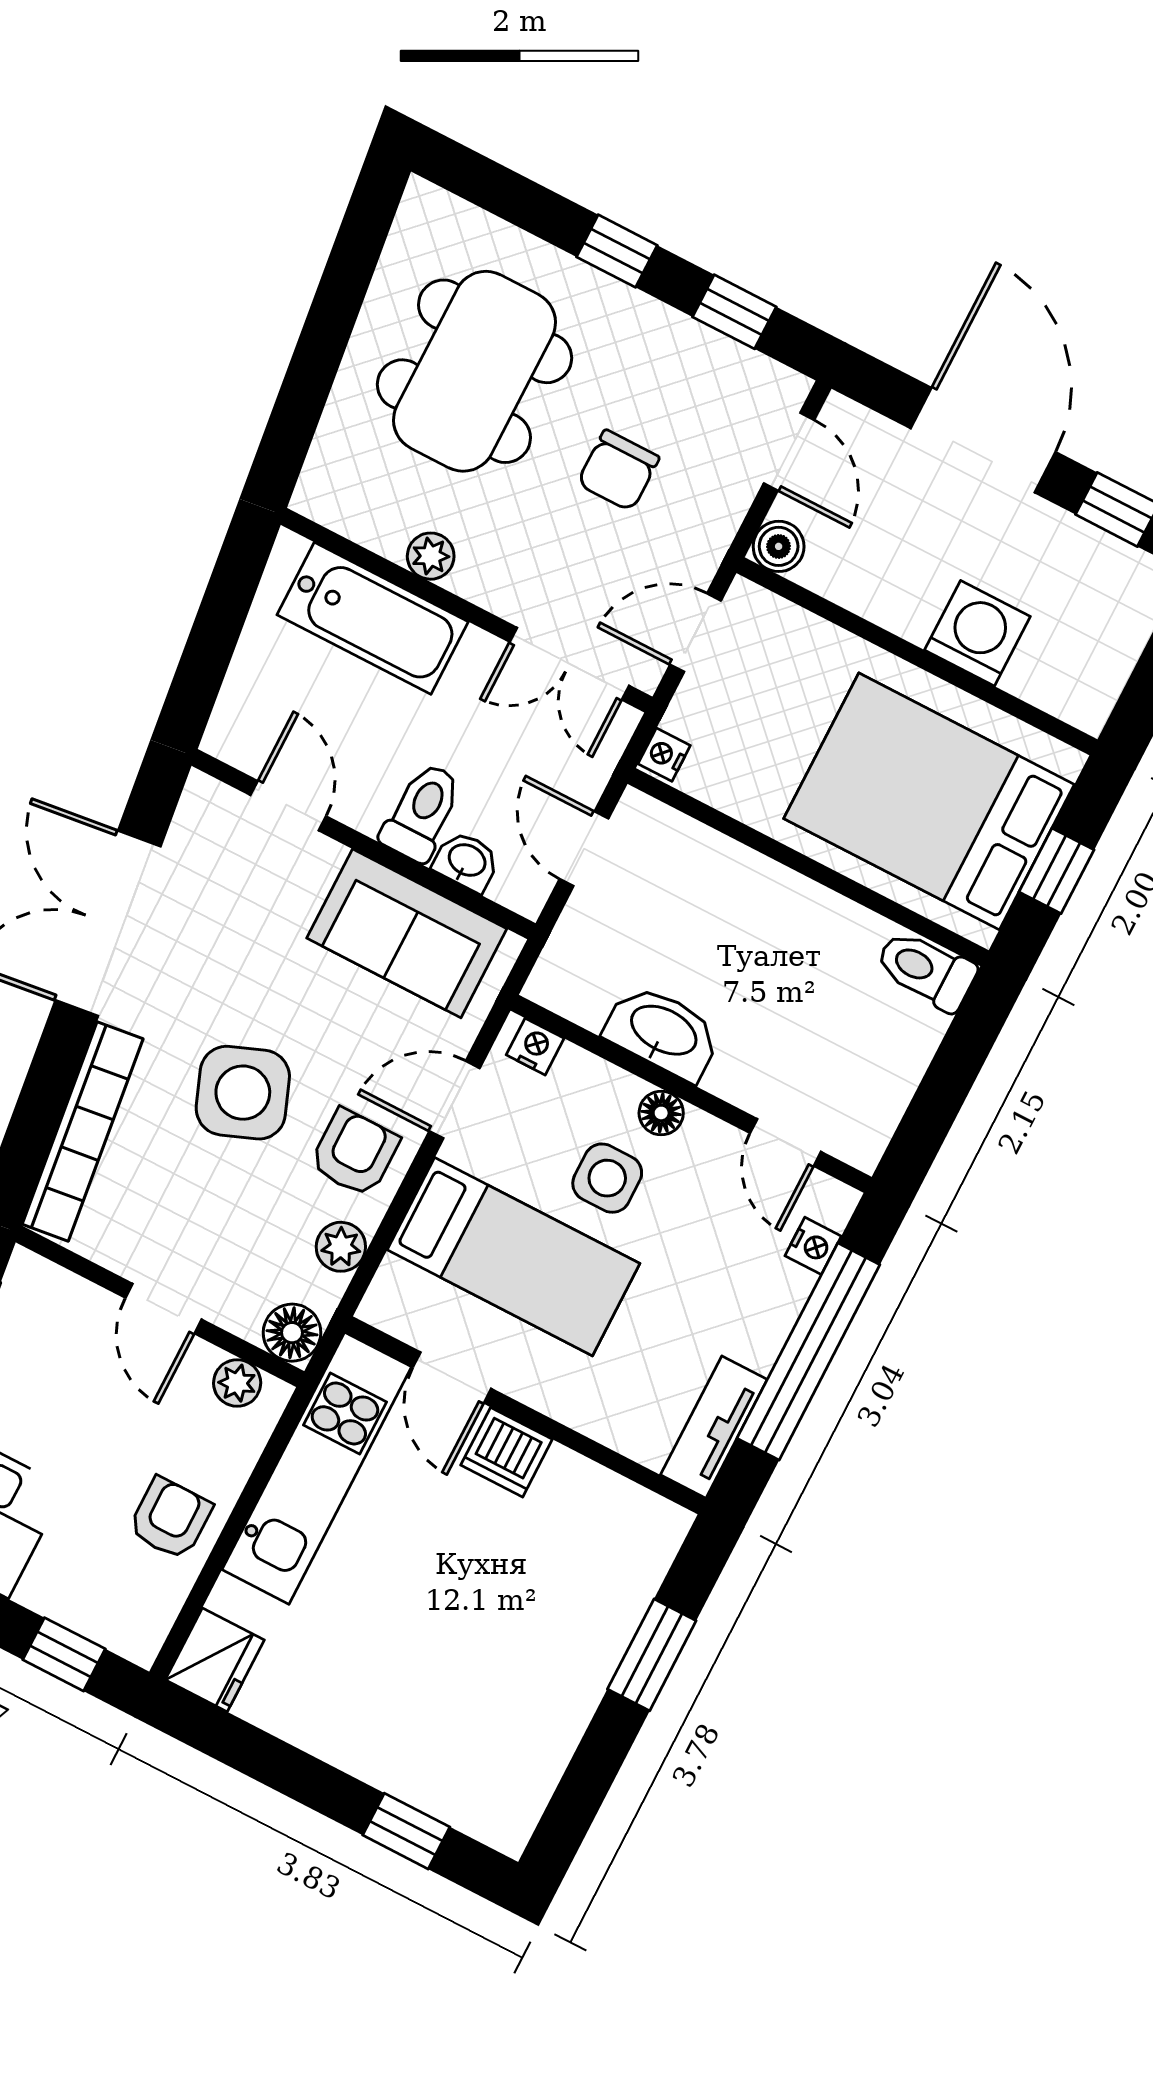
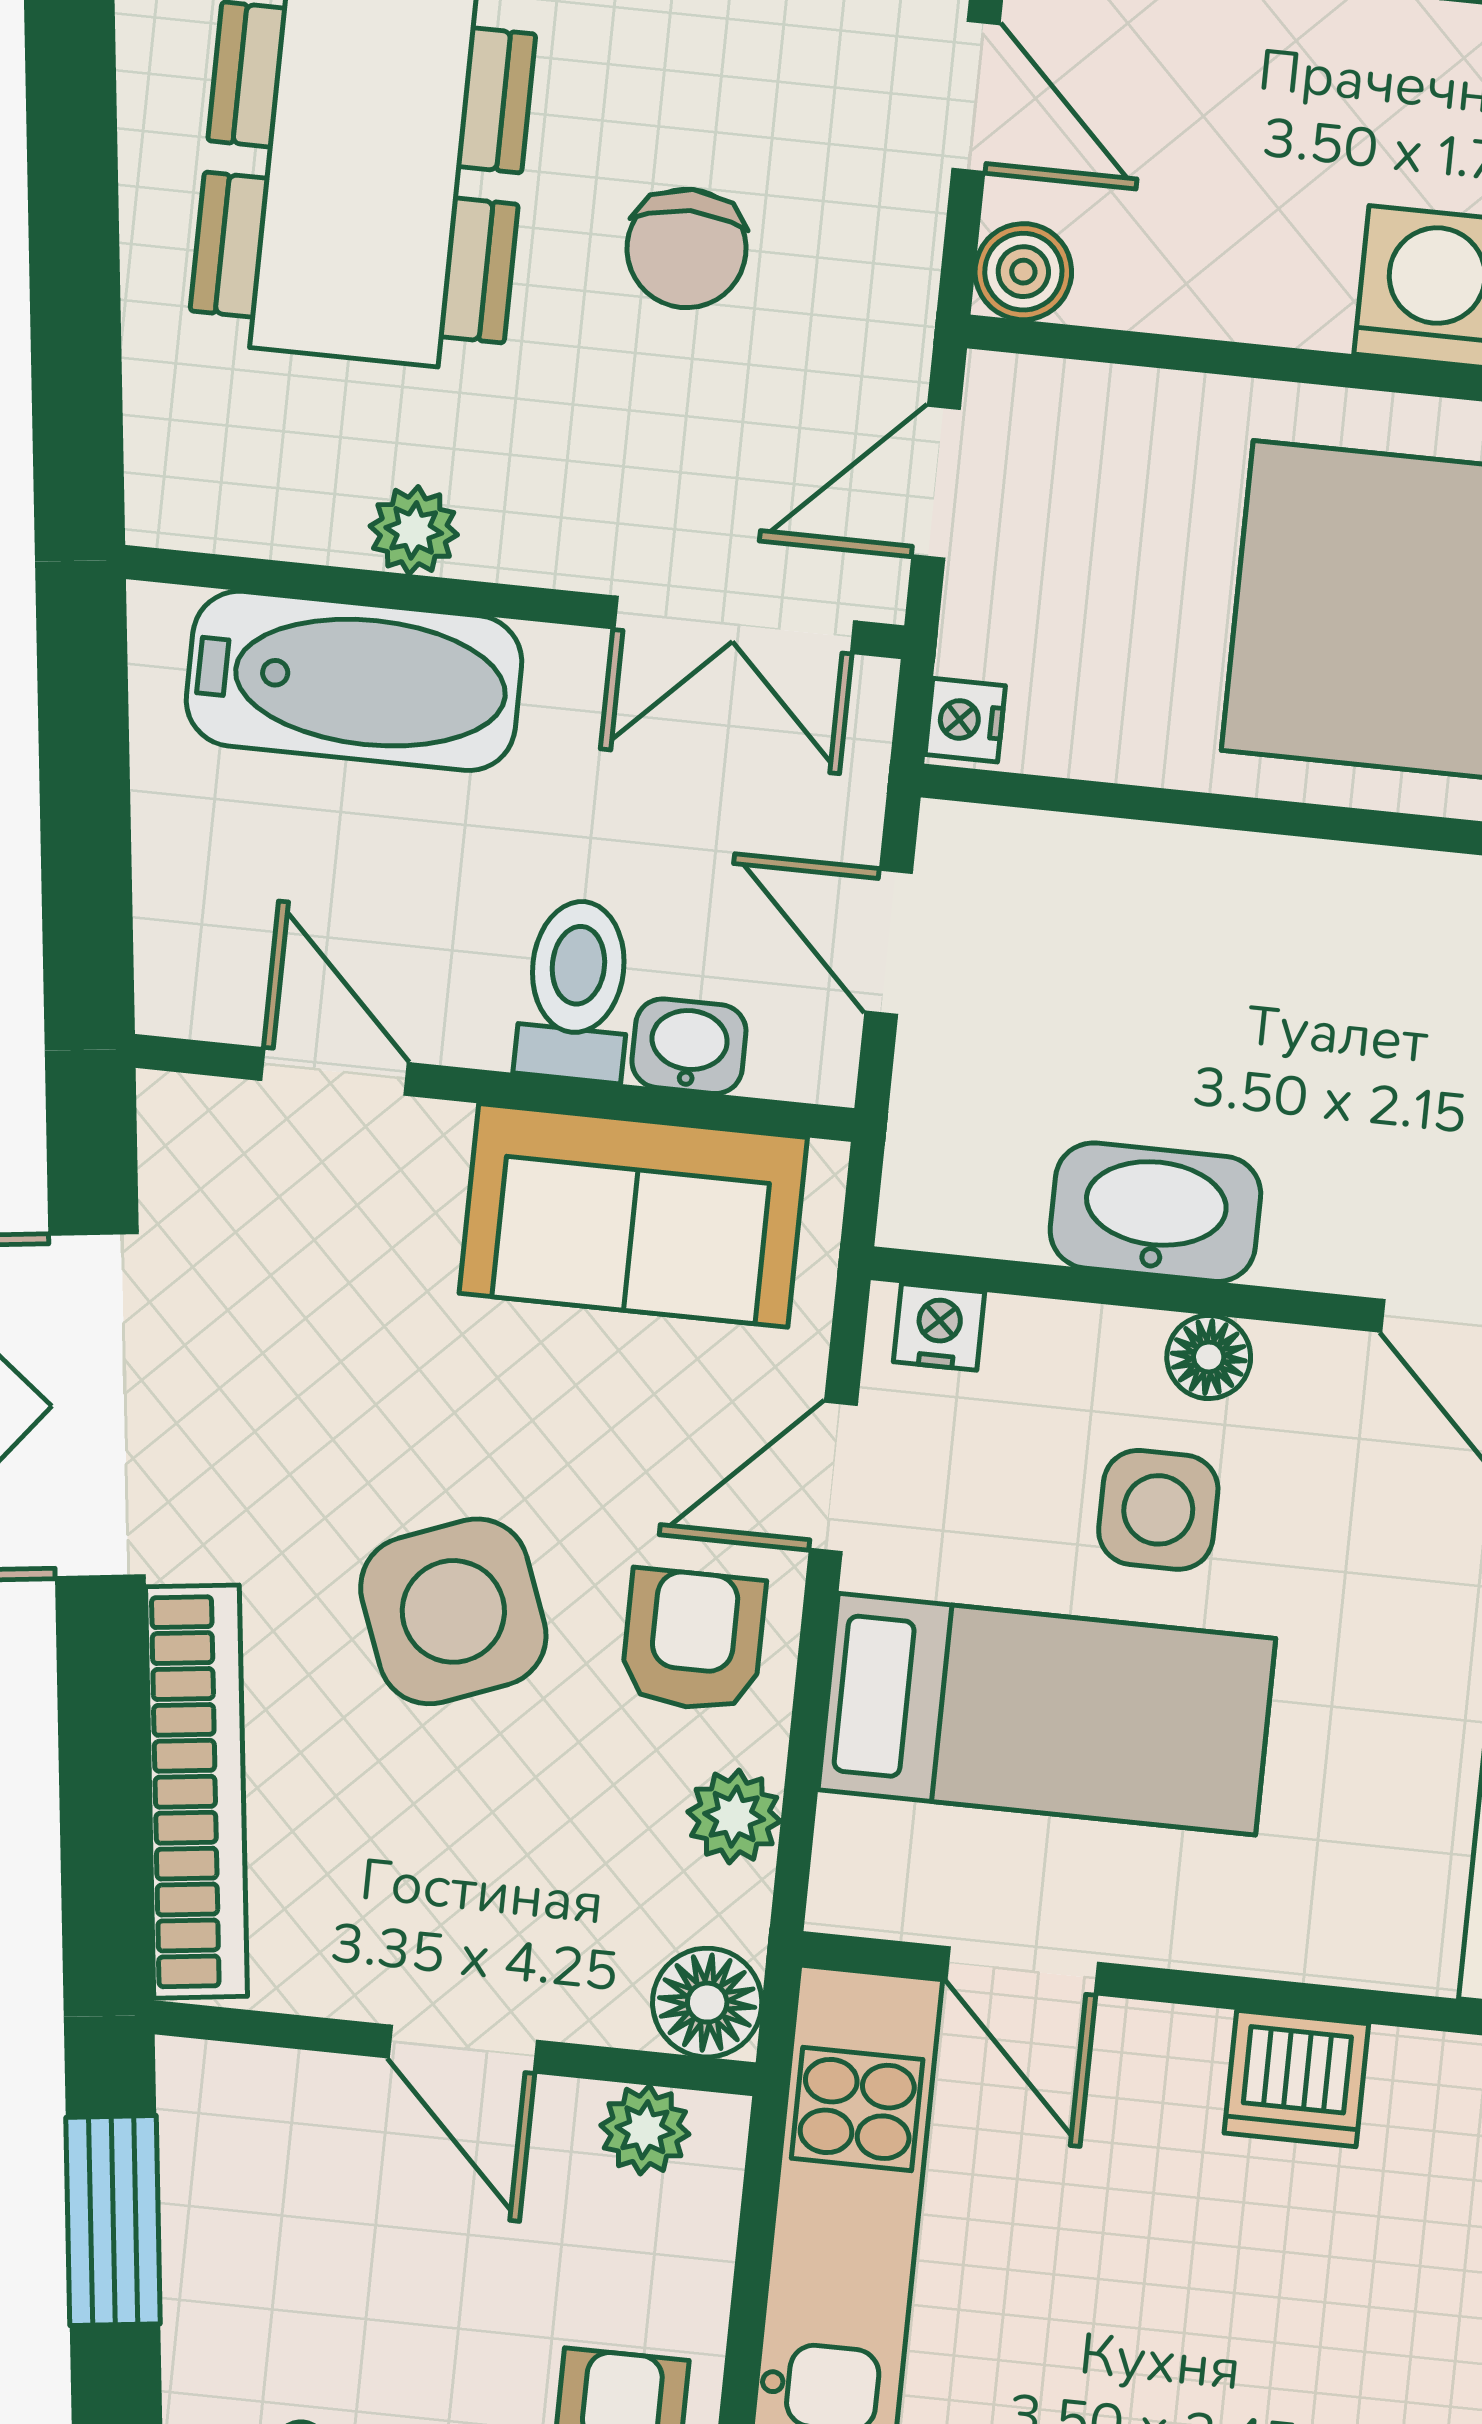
dishwasher: (507, 1452) -> (1296, 2078), moved

